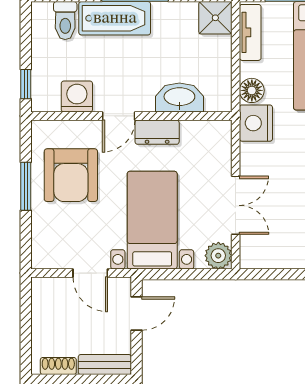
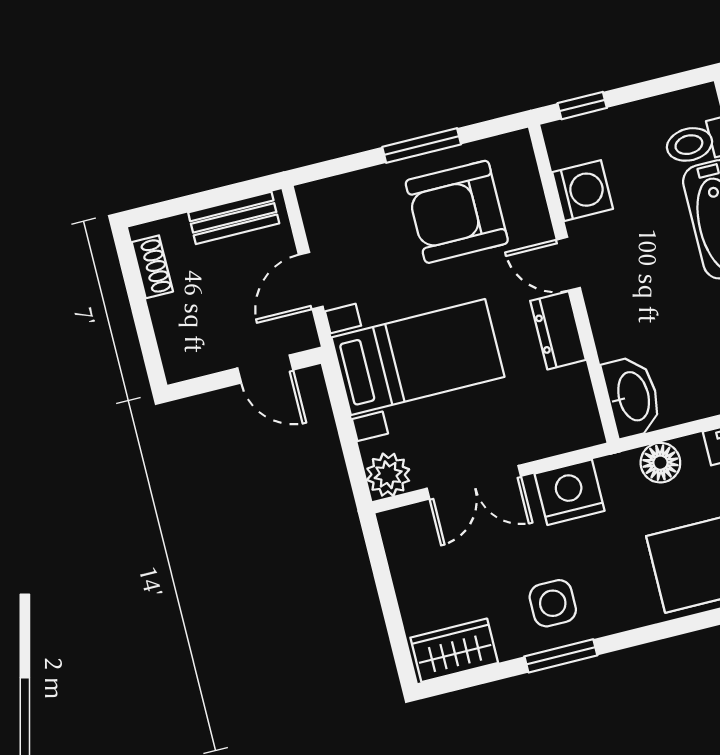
washbasin: (179, 98) -> (632, 397), moved
nightstand: (256, 123) -> (570, 492), moved
bench: (105, 365) -> (234, 218), moved, turned 90

